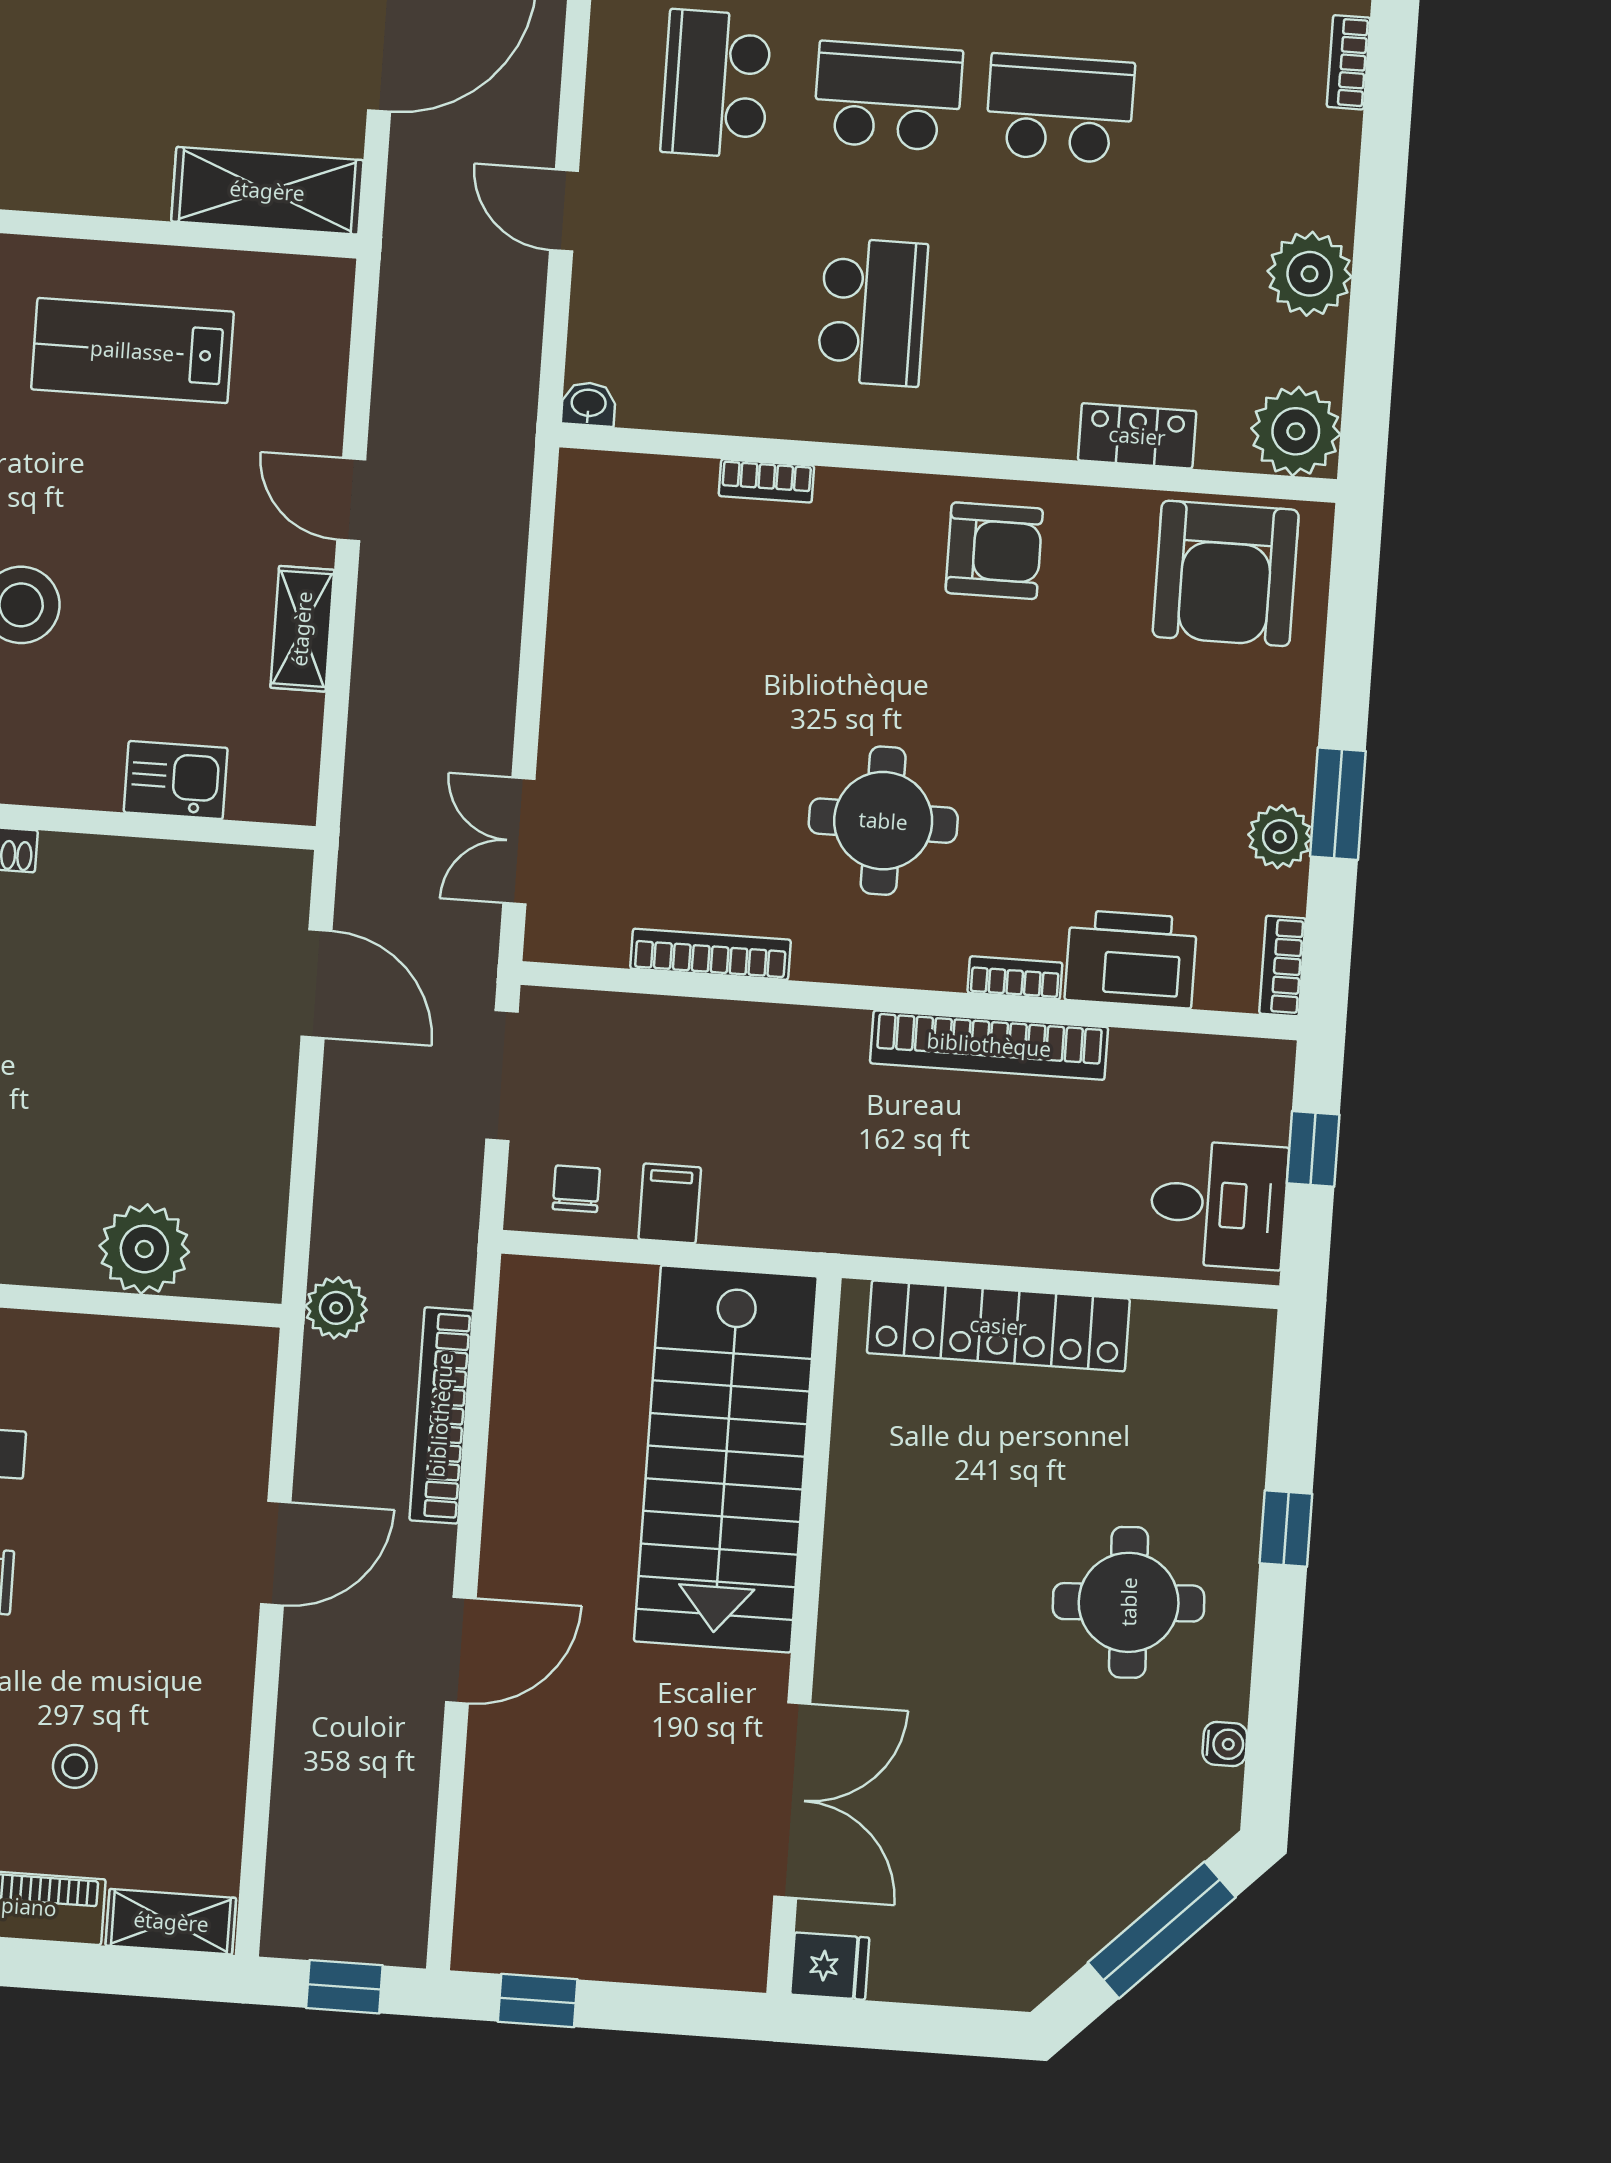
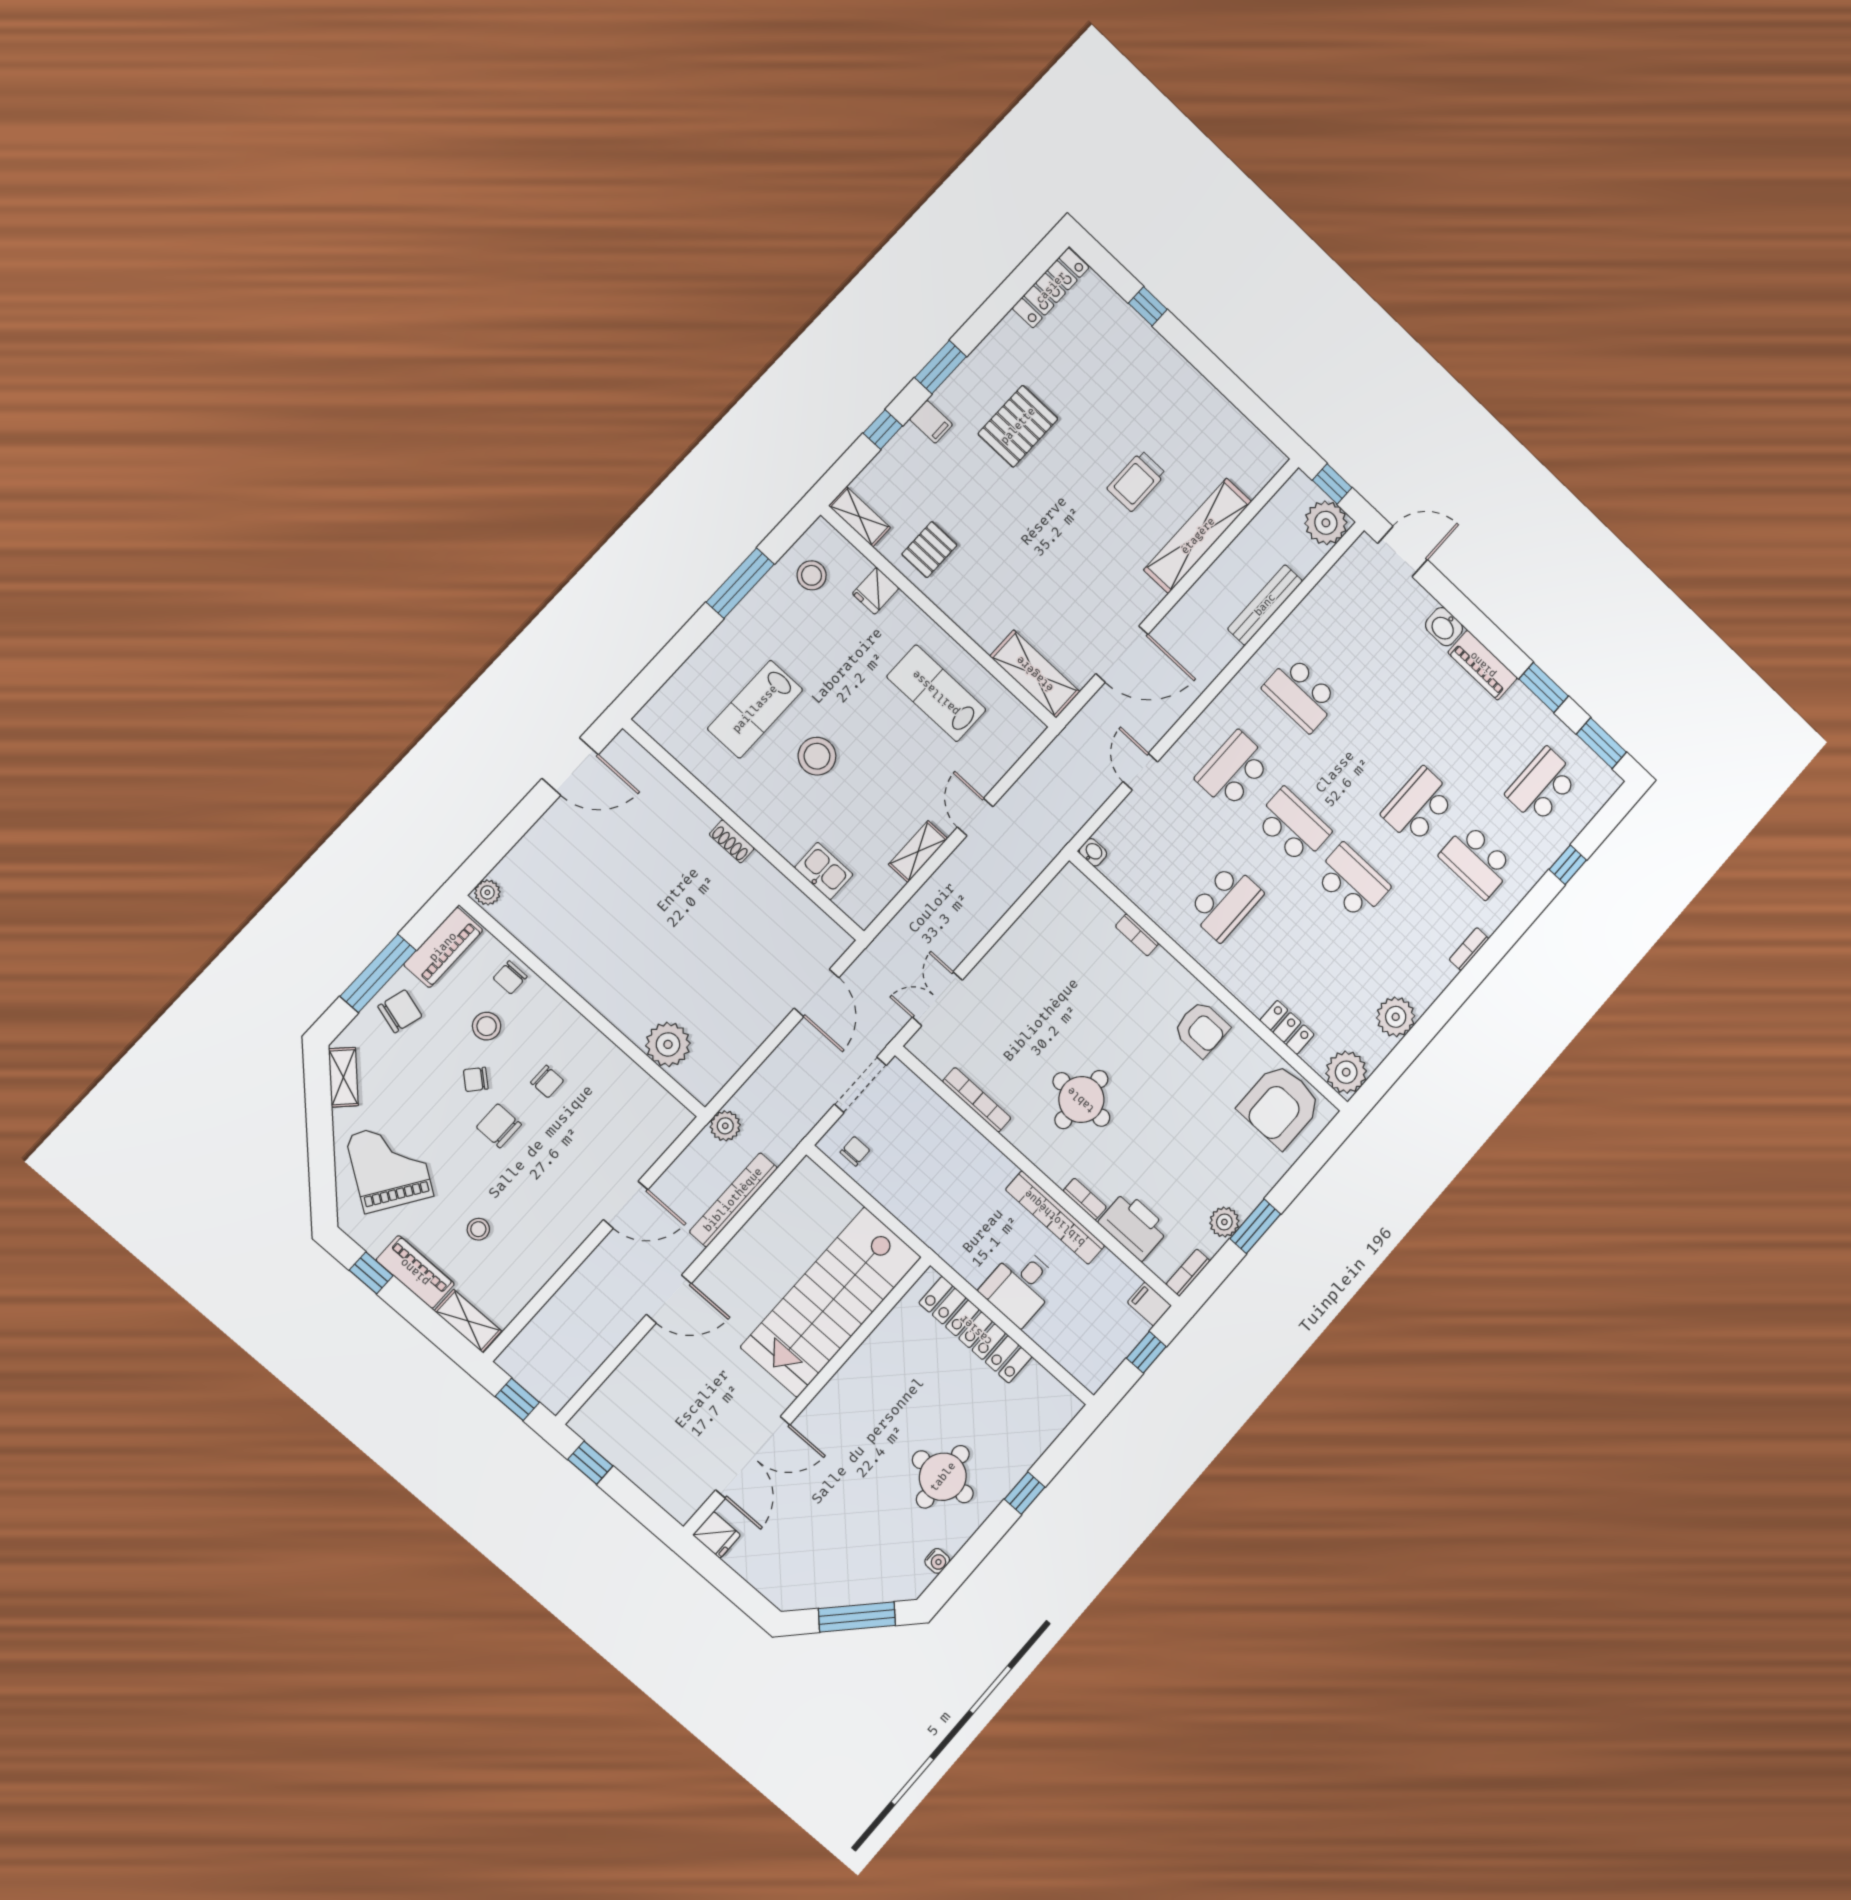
filing cabinet: (670, 1203) -> (1149, 1304), moved, turned -90
desk: (1218, 1205) -> (1020, 1286), moved, turned 90

